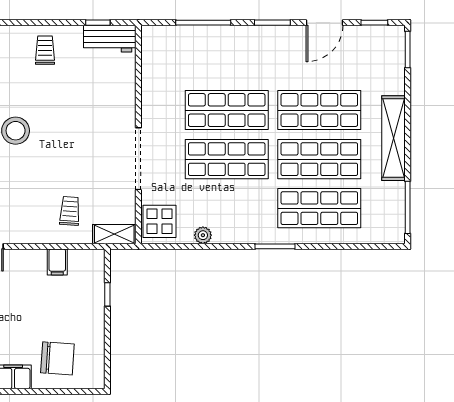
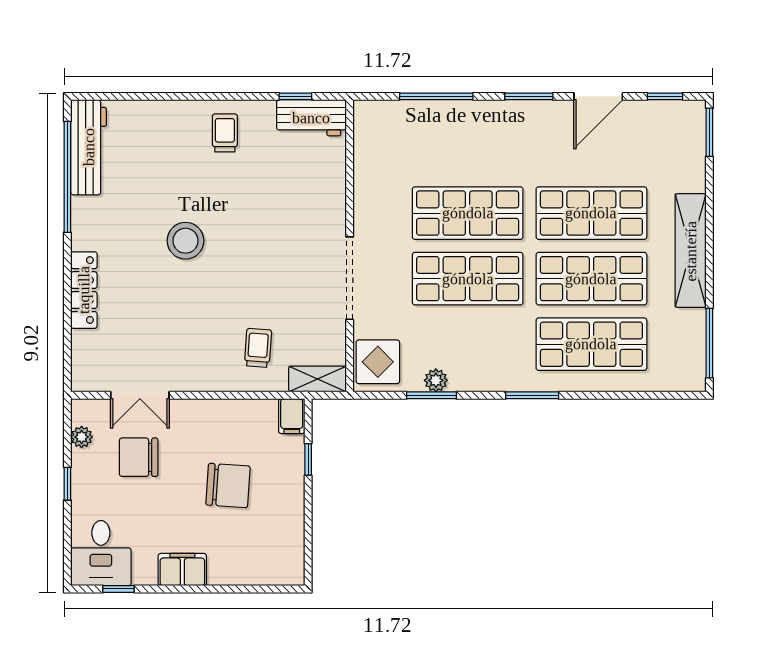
window: (200, 246) -> (432, 395), added
filing cabinet: (57, 262) -> (292, 416), moved
chair: (57, 358) -> (228, 486), moved

